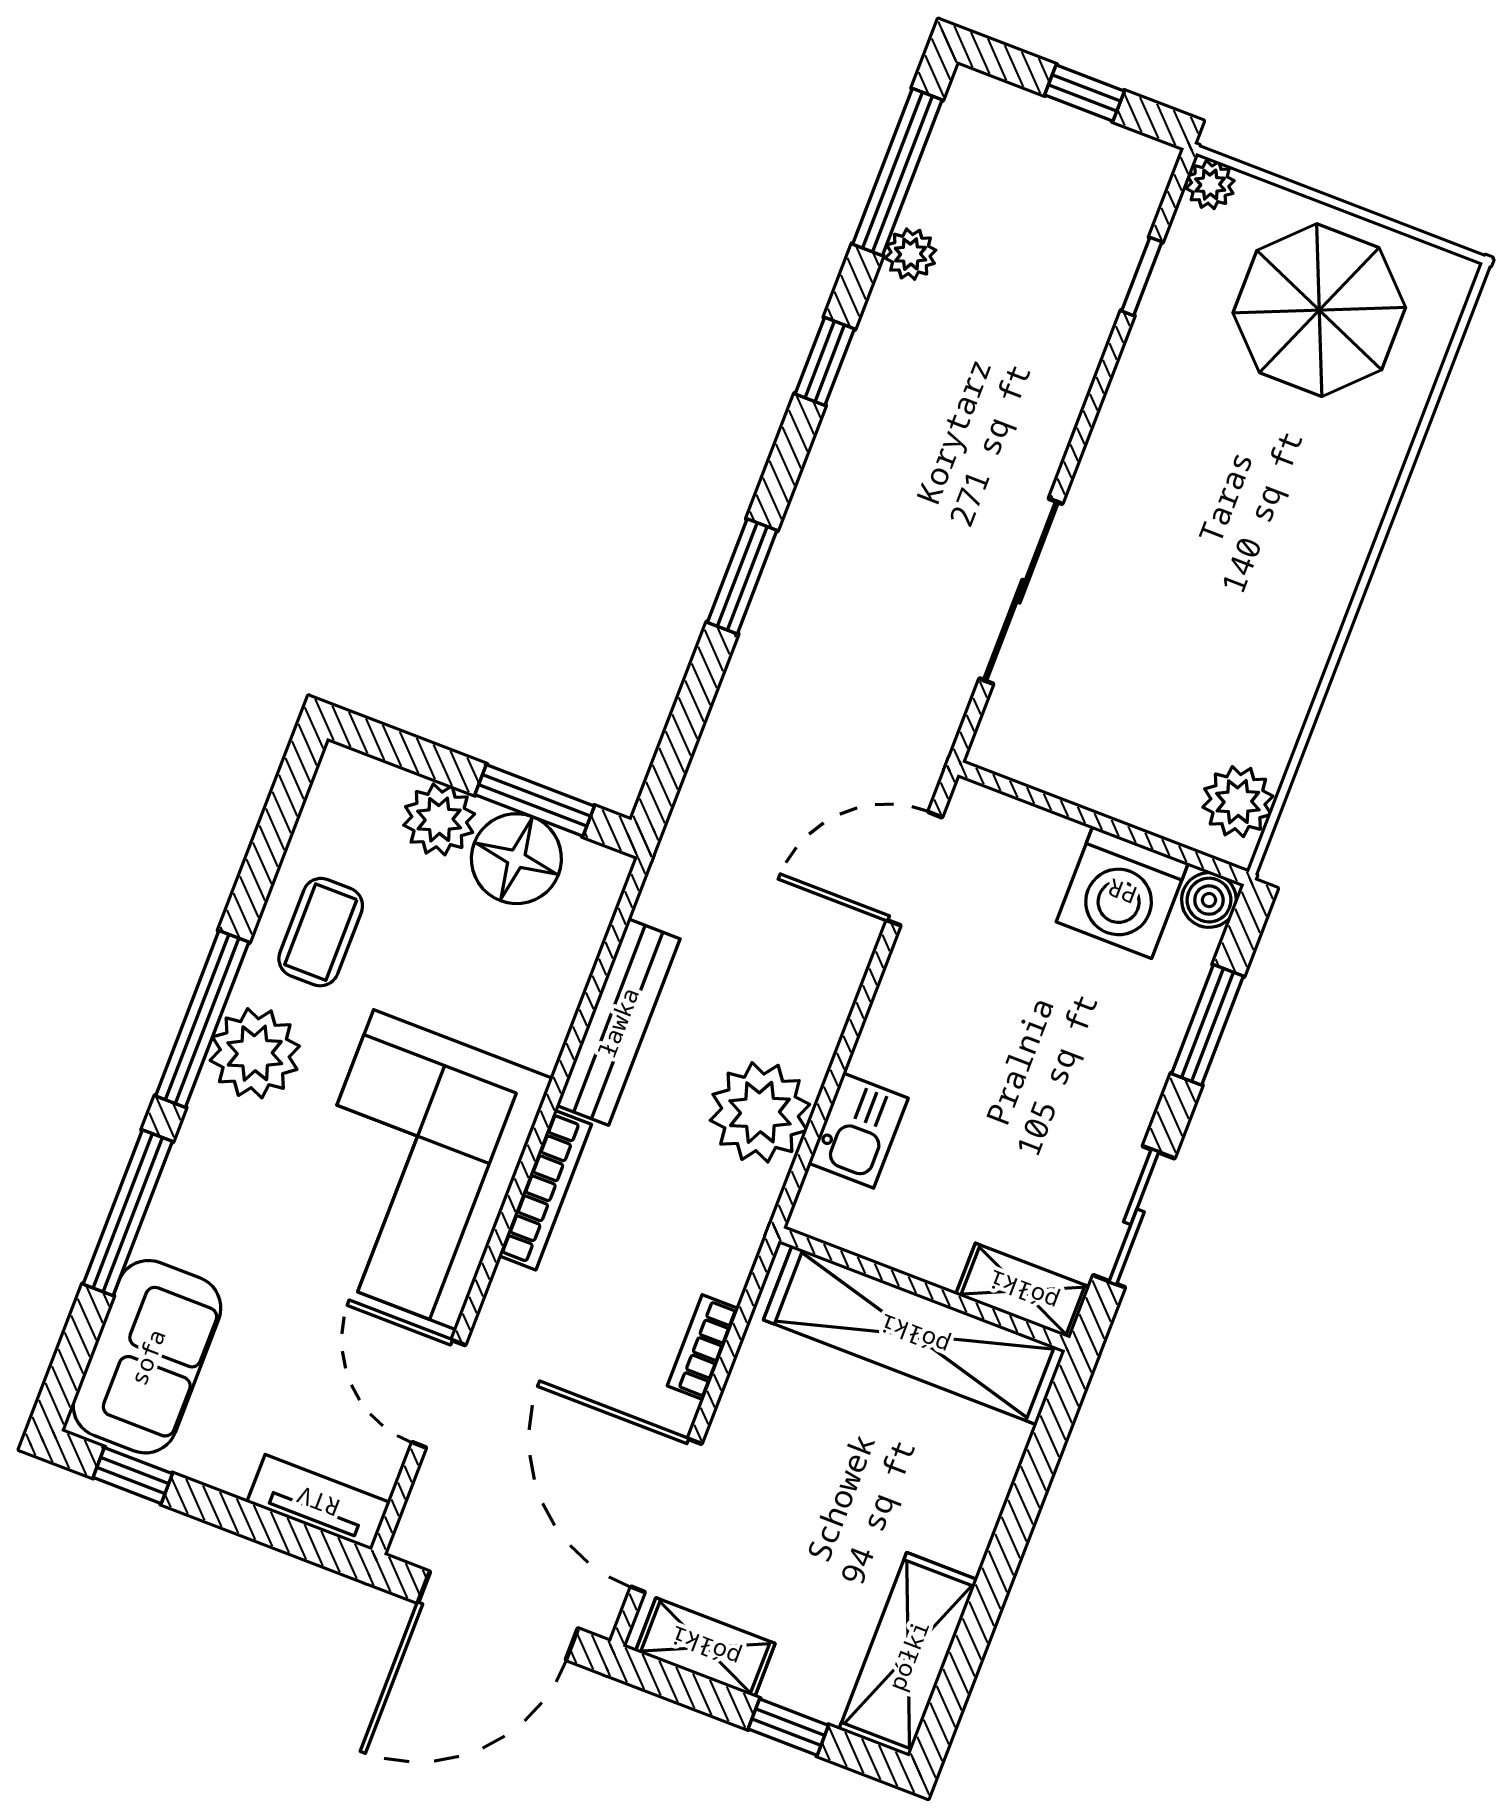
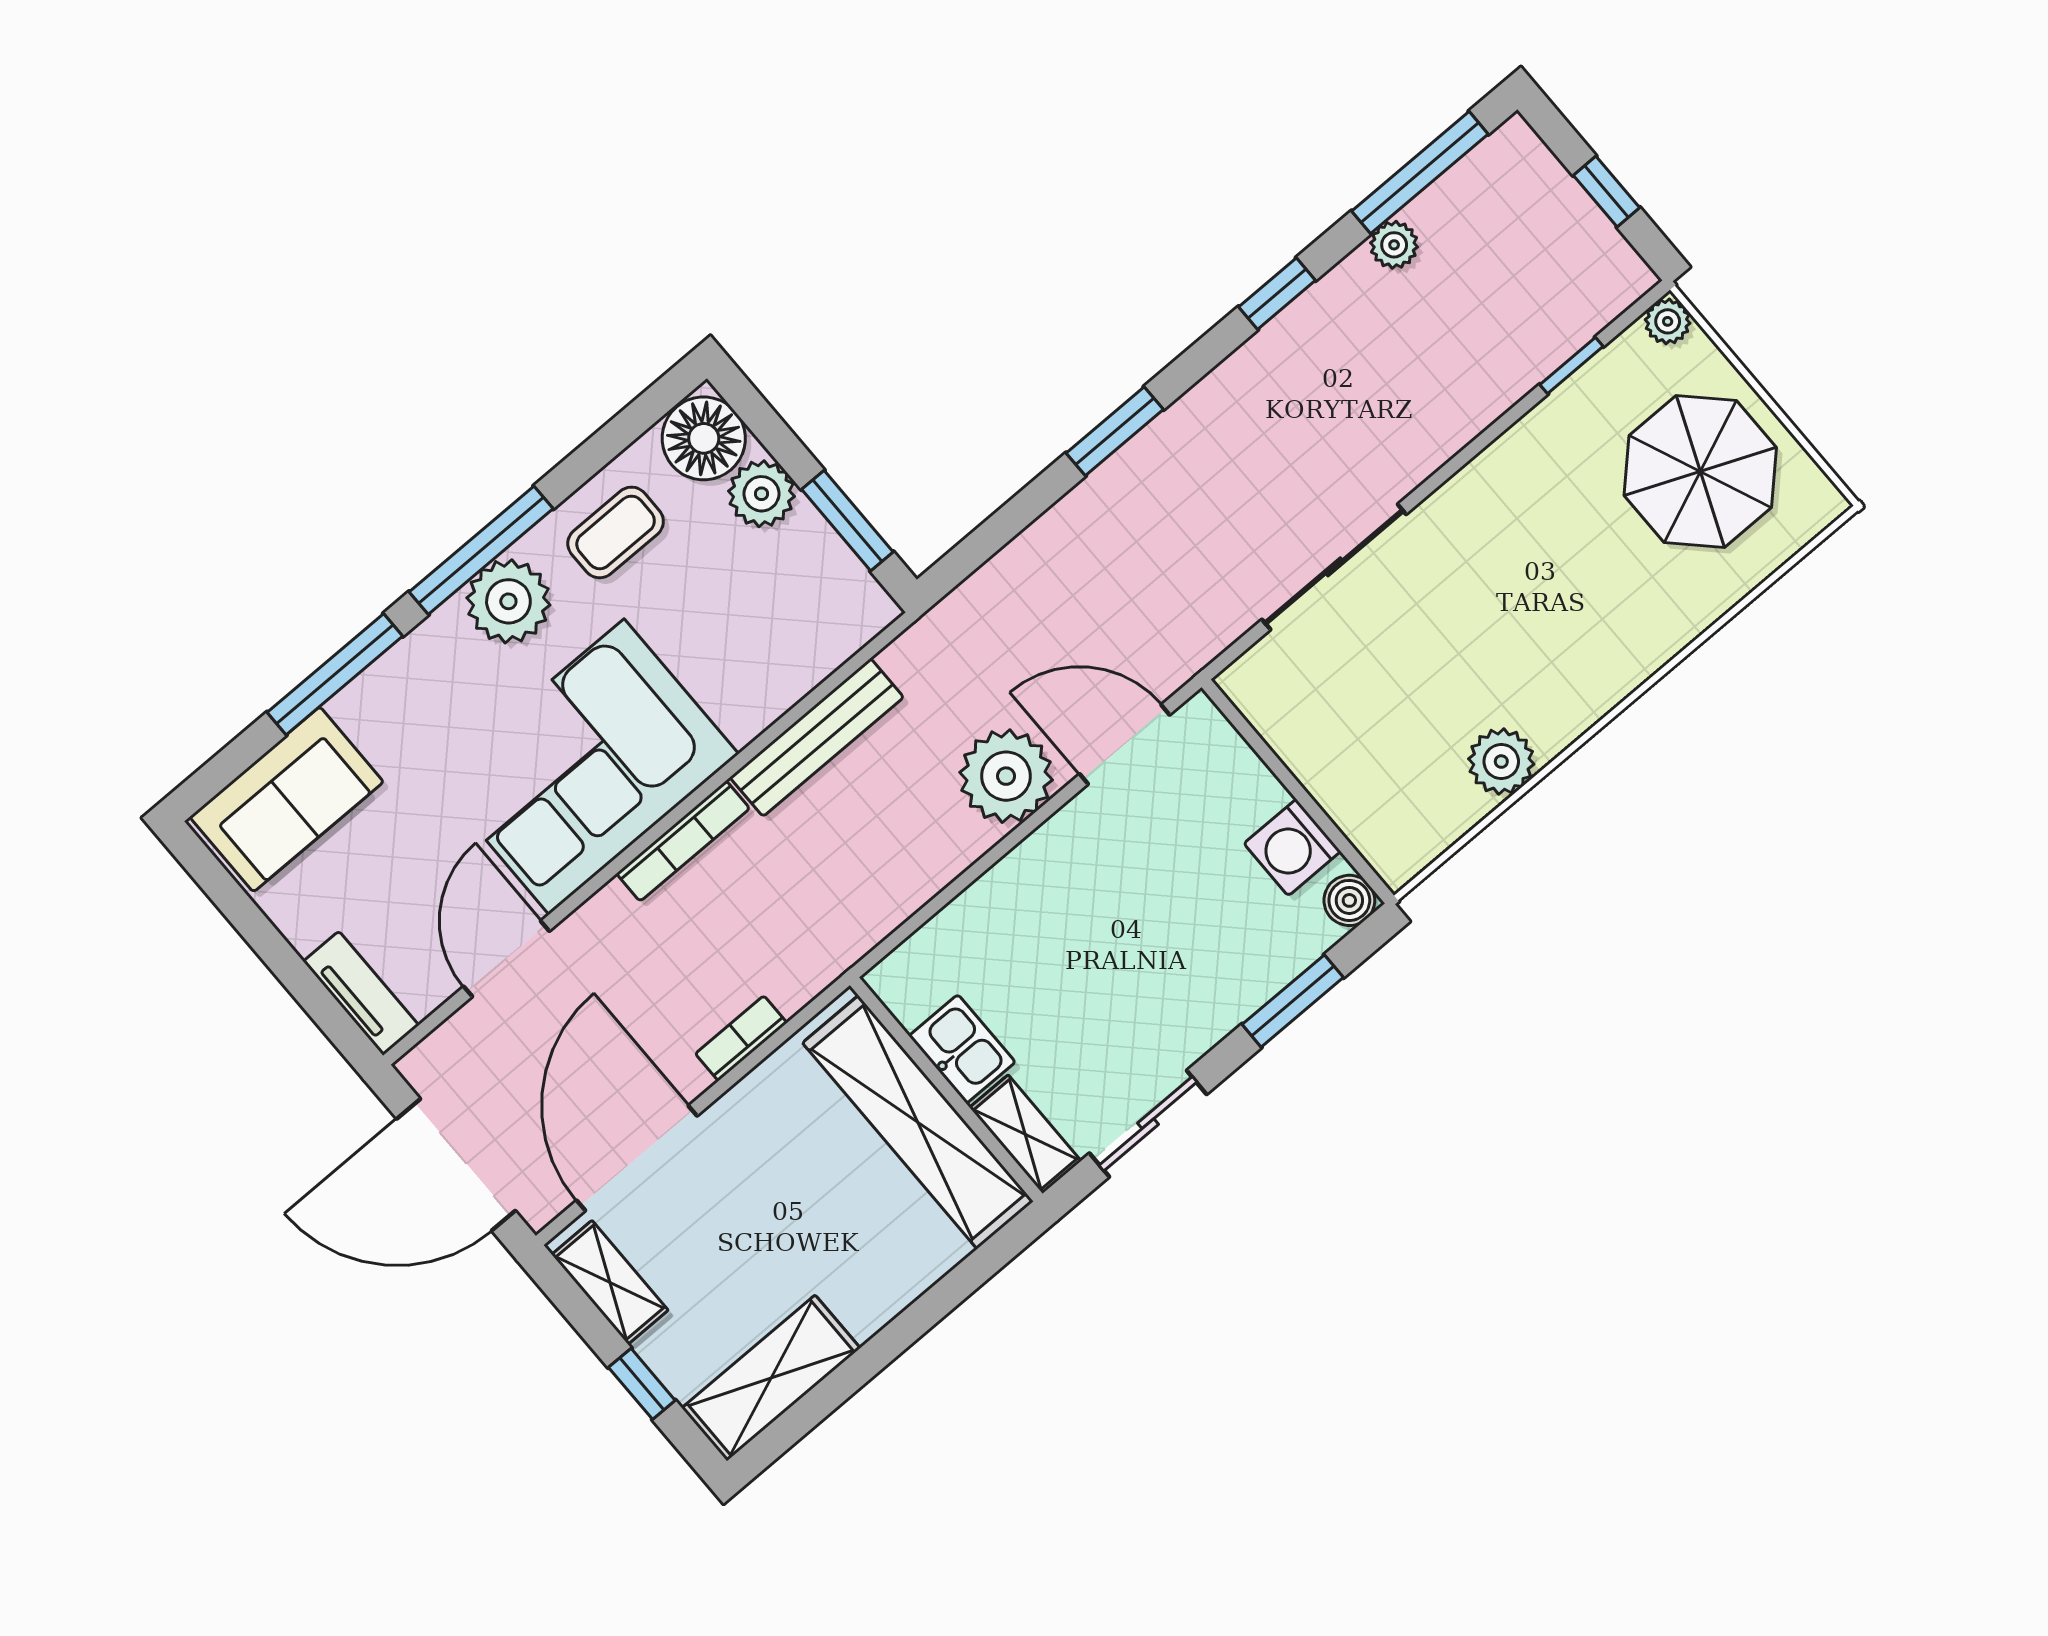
plant: (1238, 802) -> (1501, 762), moved
floor lamp: (516, 859) -> (704, 438), moved
washing machine: (1122, 892) -> (1292, 847), width x0.73, depth x0.73
plant: (760, 1112) -> (1006, 776), moved
kitchen sink: (858, 1131) -> (962, 1049), moved, turned -90
window: (133, 1476) -> (222, 889), removed

